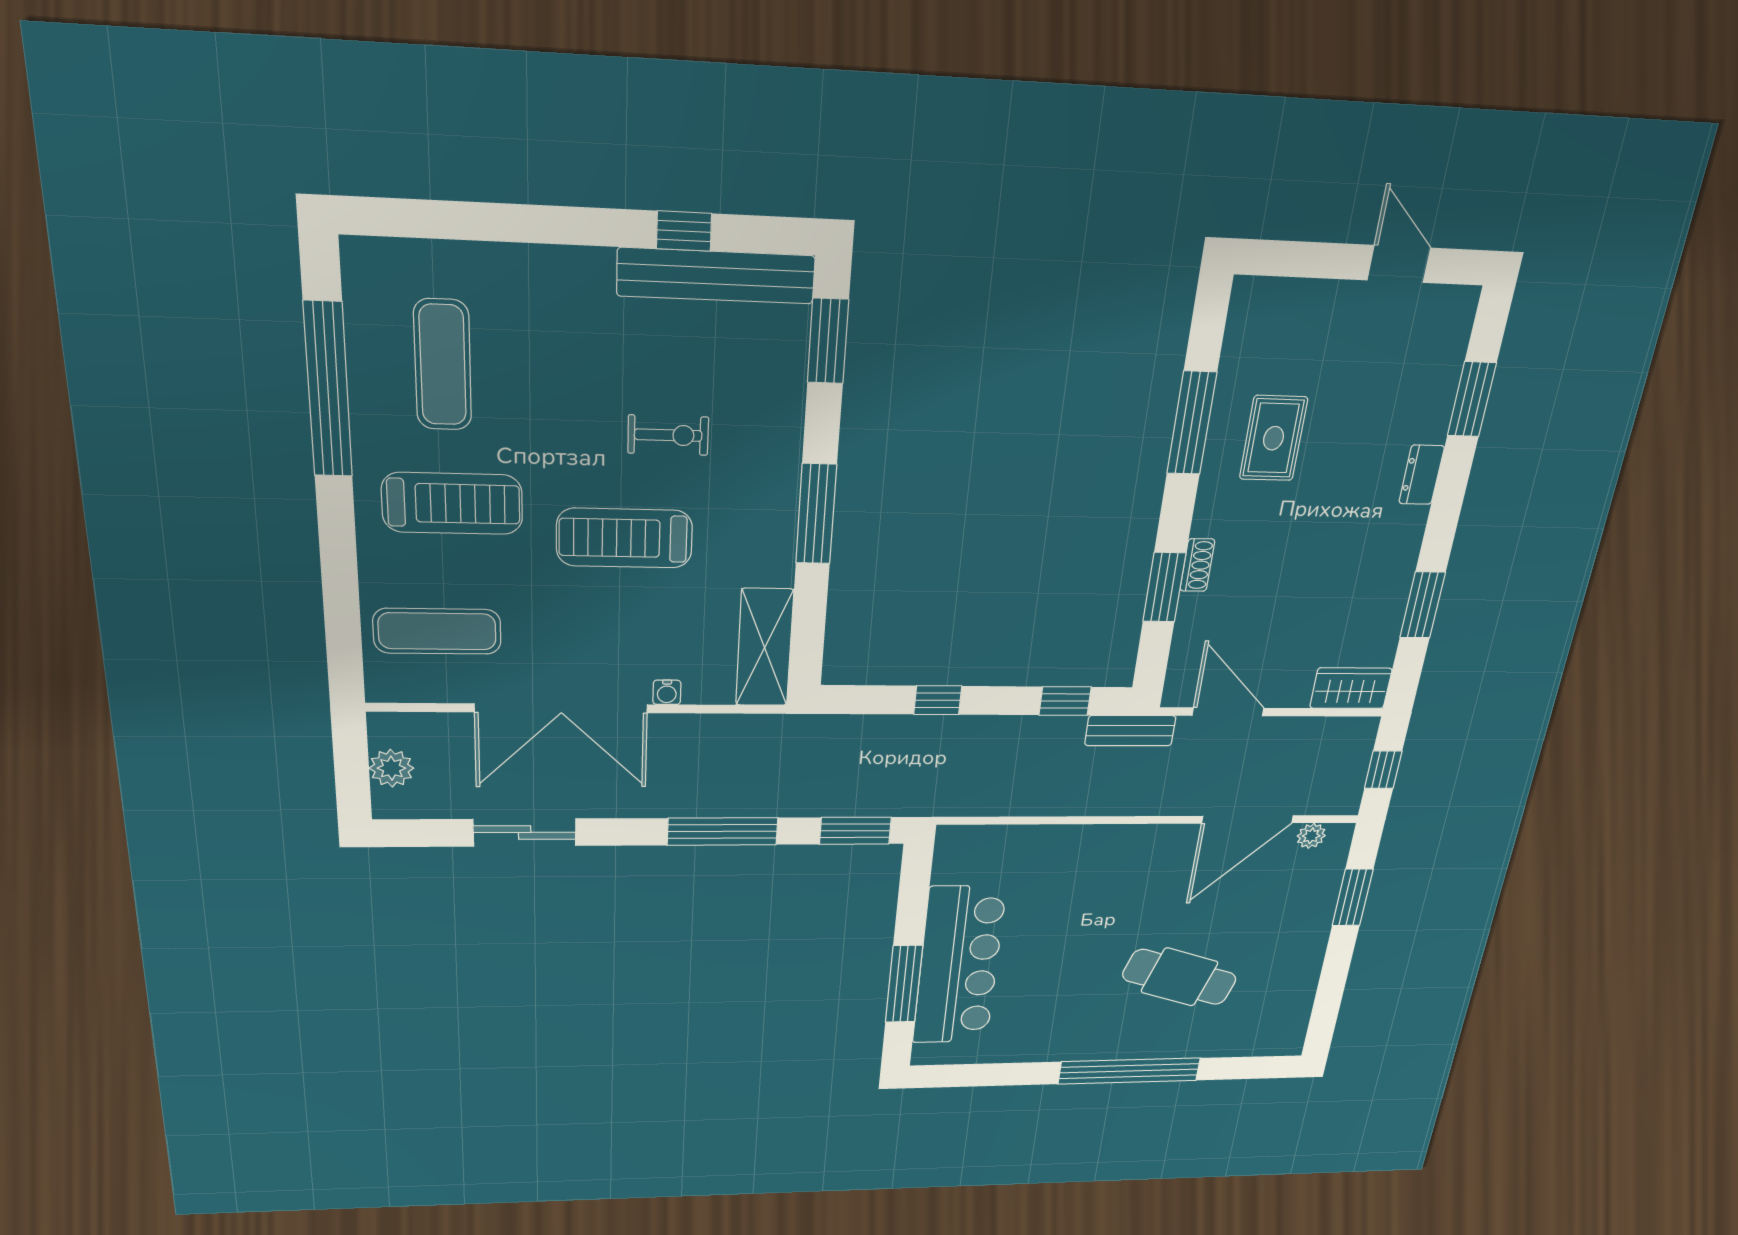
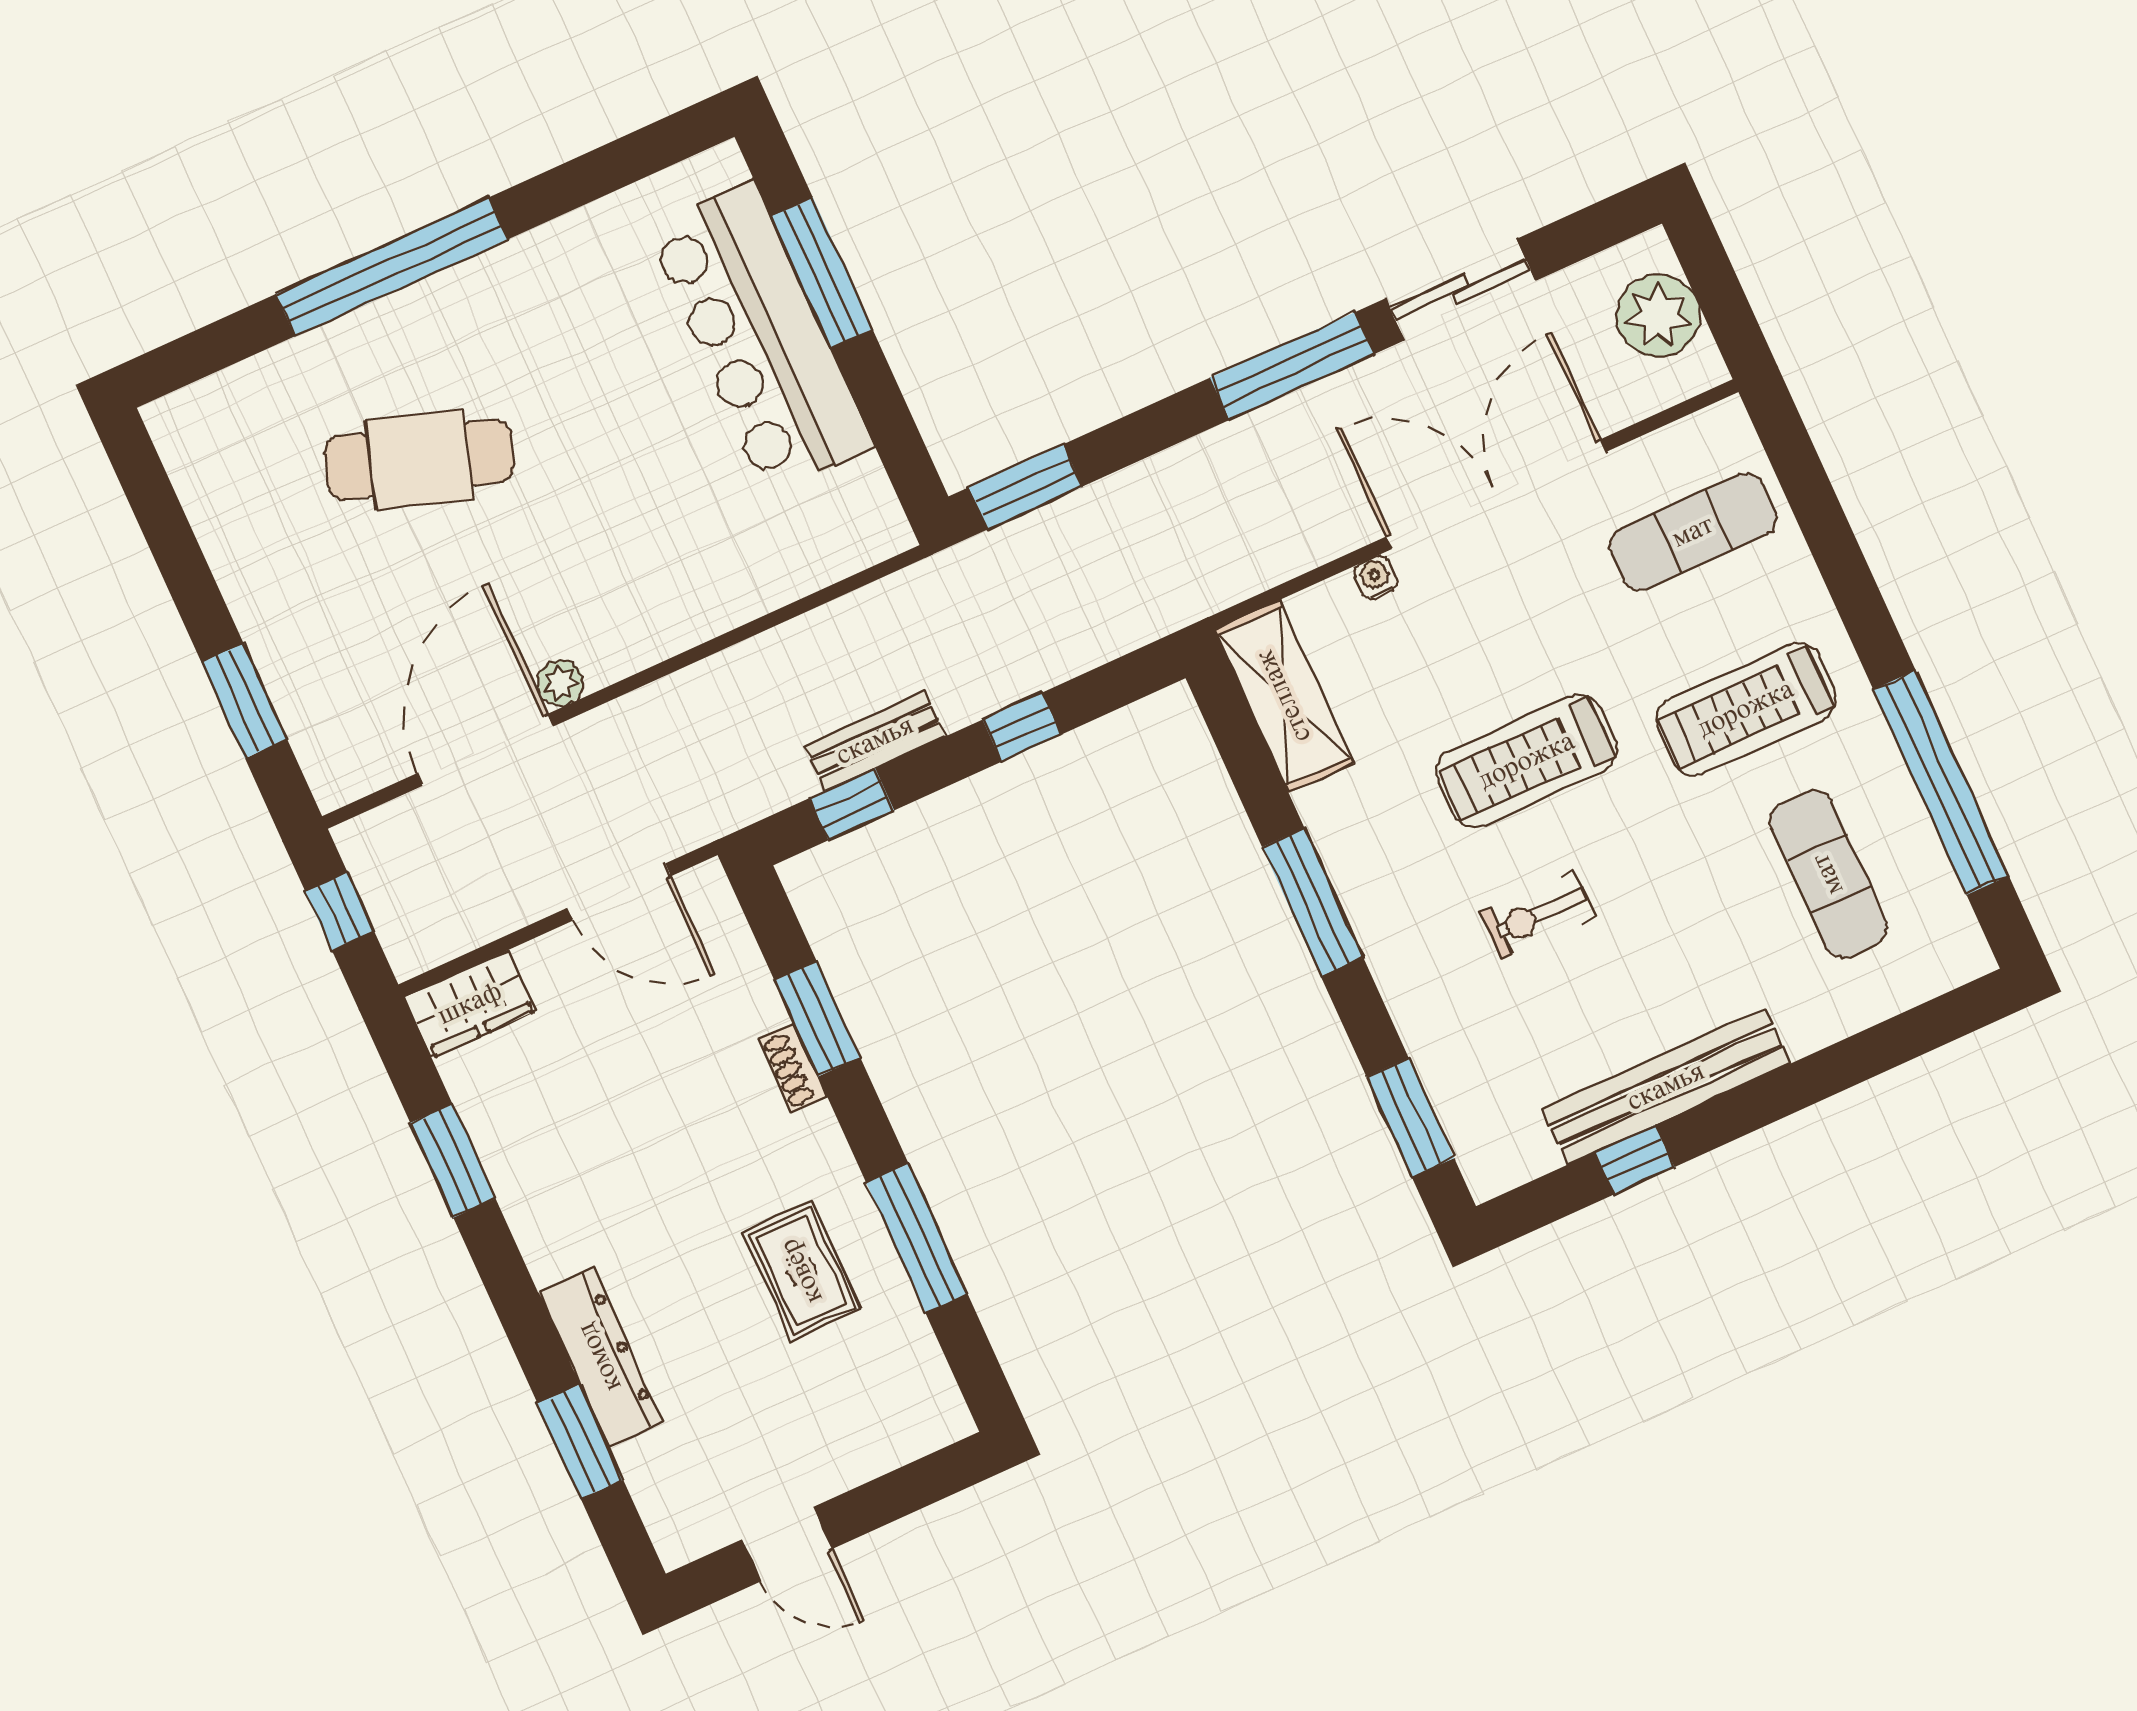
bench: (716, 276) -> (1666, 1087), moved
dresser: (1422, 475) -> (600, 1357), width x1.96, depth x1.24
treadmill: (624, 538) -> (1527, 761), turned 180
bench: (1130, 731) -> (875, 741), moved
plant: (391, 768) -> (1659, 316), width x1.36, depth x1.36
window: (723, 831) -> (1292, 366), moved
plant: (1311, 836) -> (560, 683), moved

